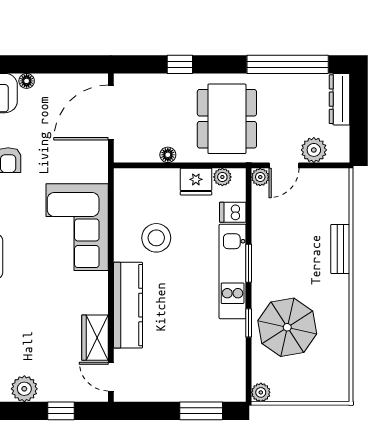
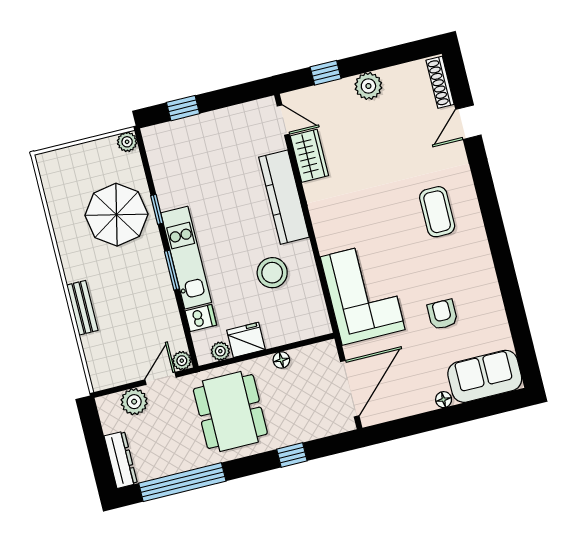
corner sofa: (77, 227) -> (363, 293), moved
window: (201, 411) -> (183, 108), width x0.67

